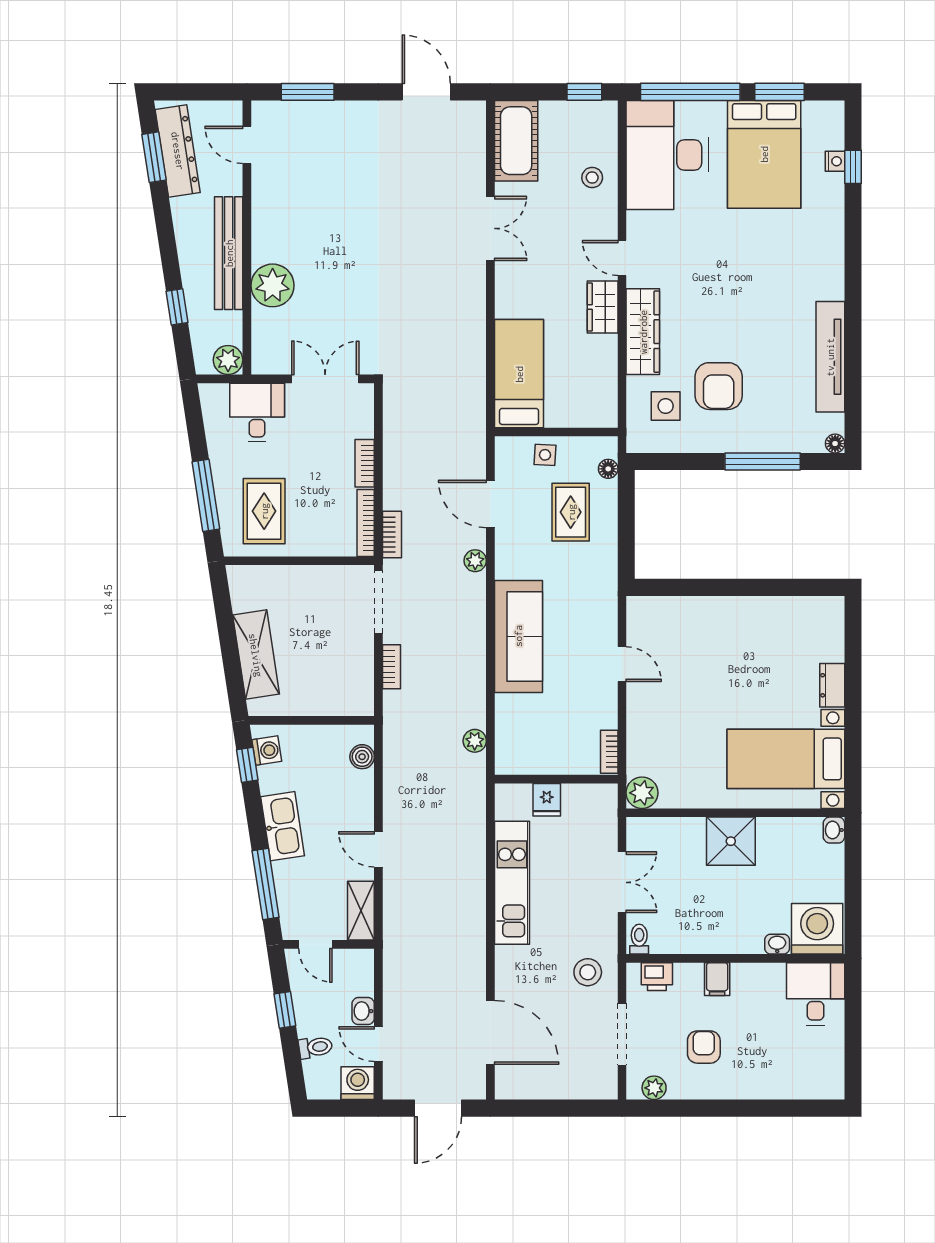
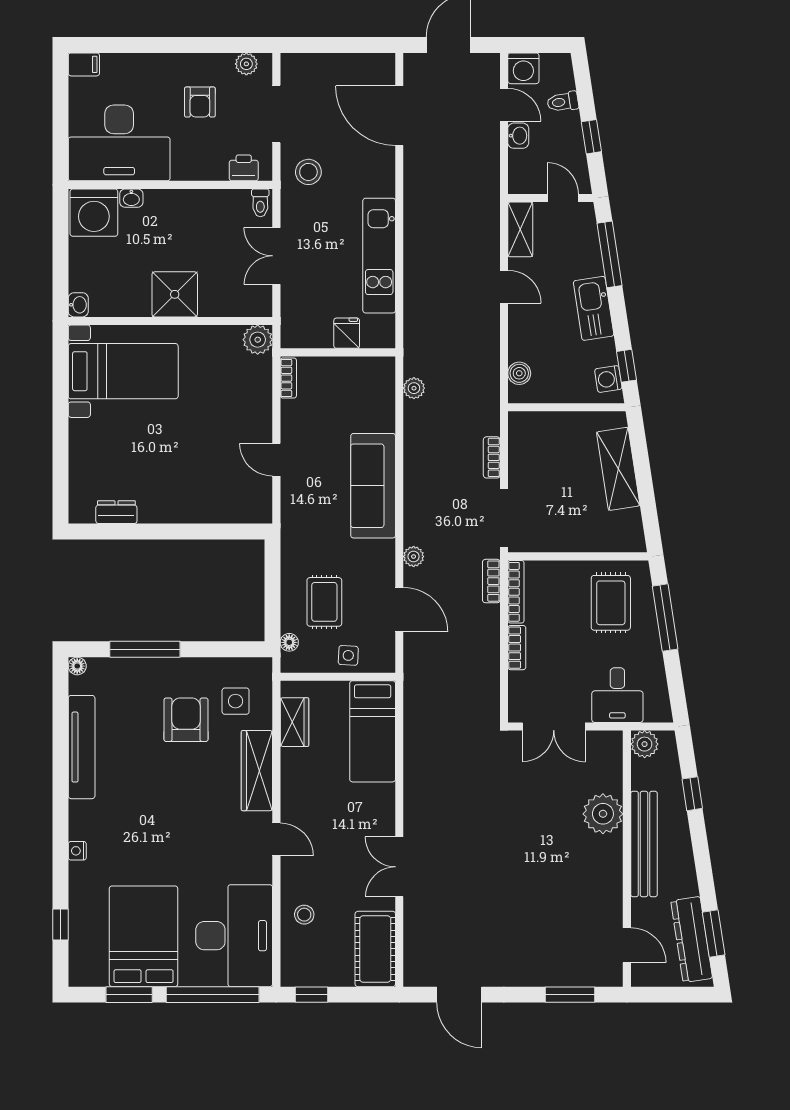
nightstand: (835, 161) -> (77, 851), moved
wardrobe: (603, 307) -> (294, 722), moved
dresser: (832, 685) -> (116, 512), moved, turned -90
filing cabinet: (717, 979) -> (84, 64), moved, turned 90
desk: (816, 994) -> (119, 143), width x1.87, depth x1.30

